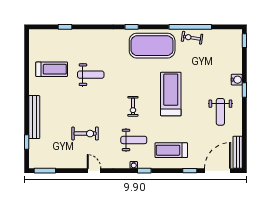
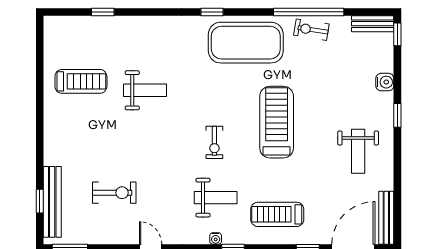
bench: (229, 34) -> (373, 24), added
water cooler: (237, 80) -> (385, 82), moved
bench: (34, 117) -> (52, 202), moved
exercise bike: (85, 134) -> (114, 193), moved

